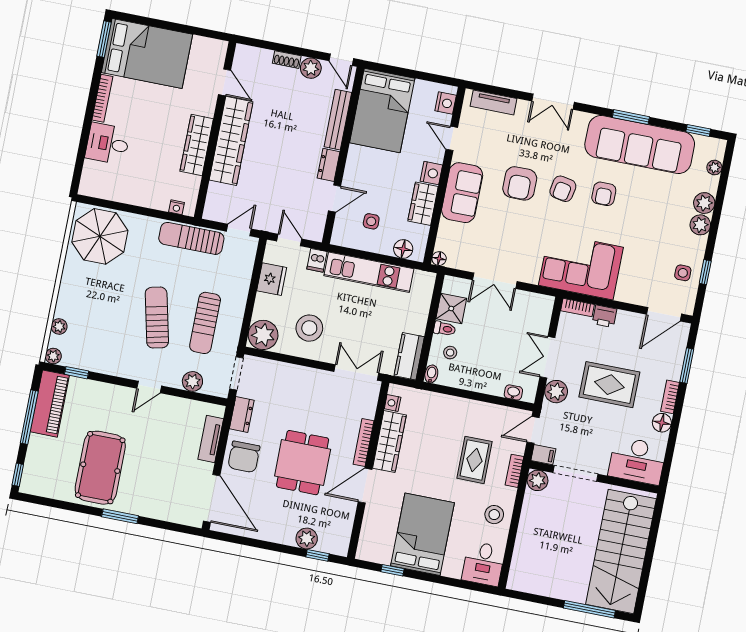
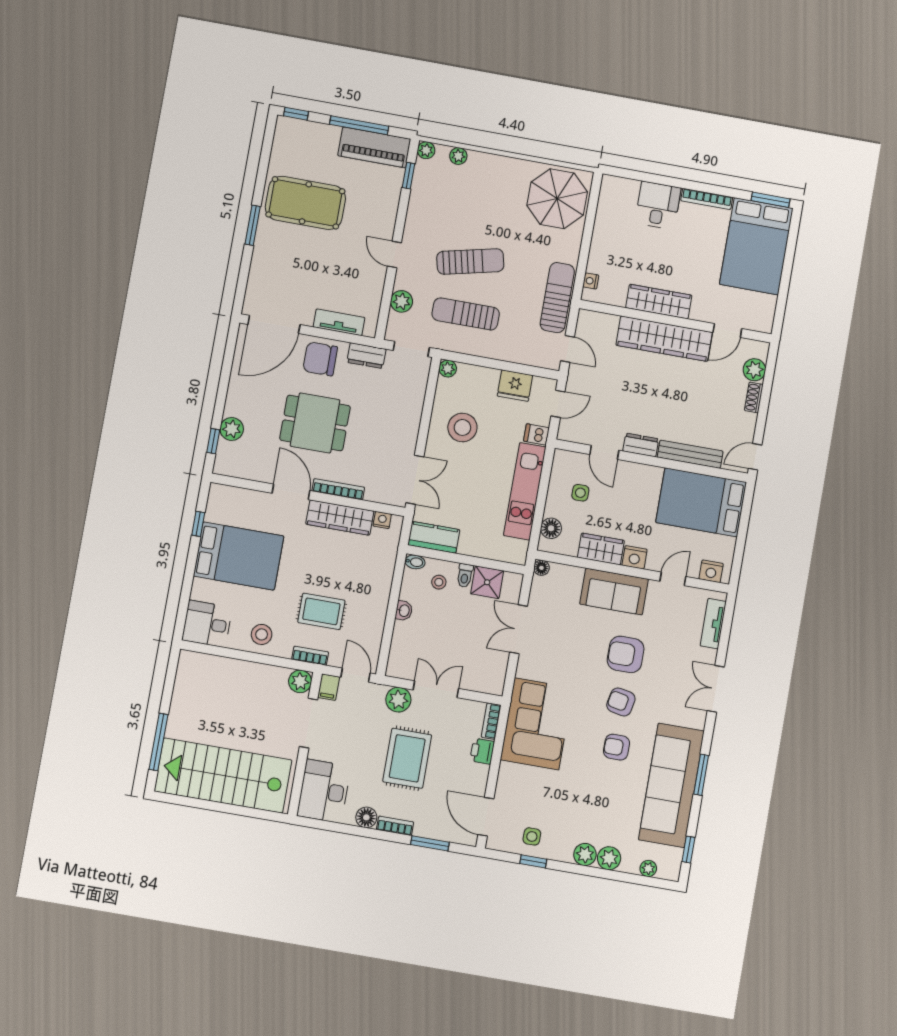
plant: (311, 68) -> (754, 370), moved
plant: (263, 335) -> (448, 369), width x0.53, depth x0.53
washbasin: (513, 392) -> (404, 611), moved

